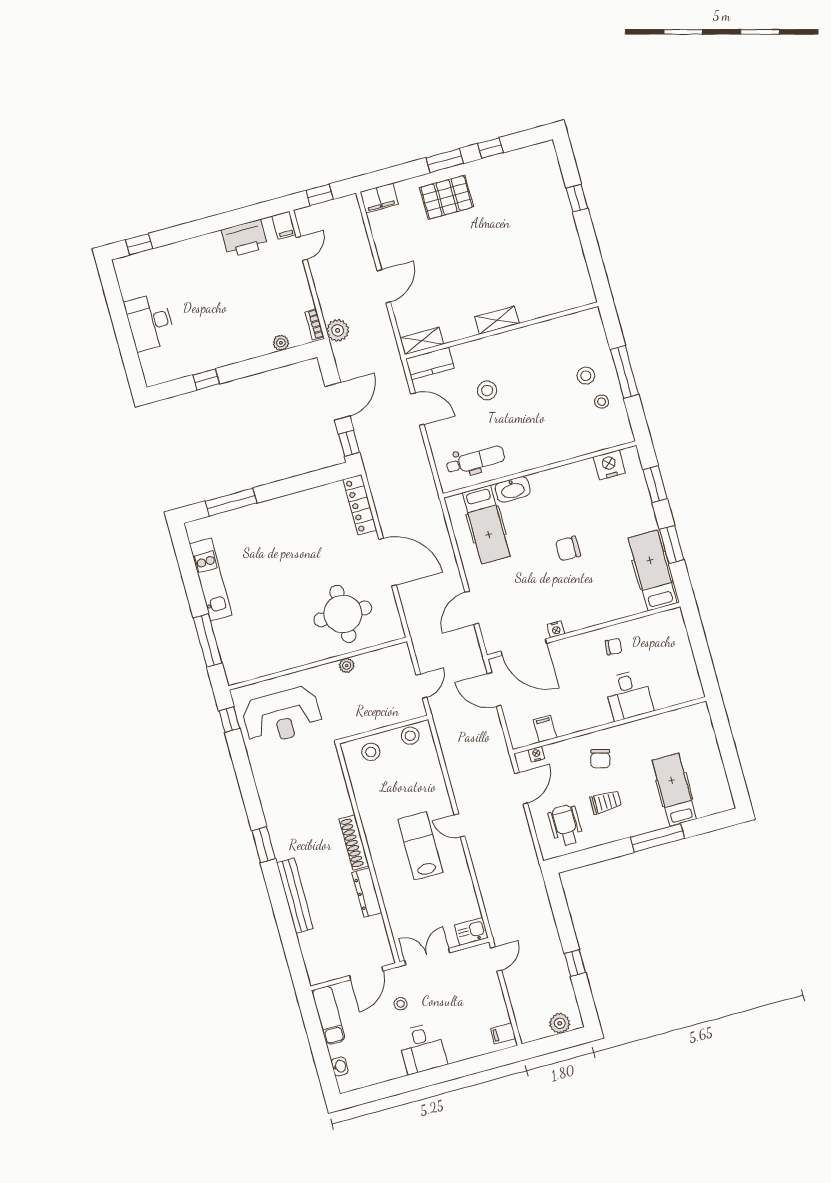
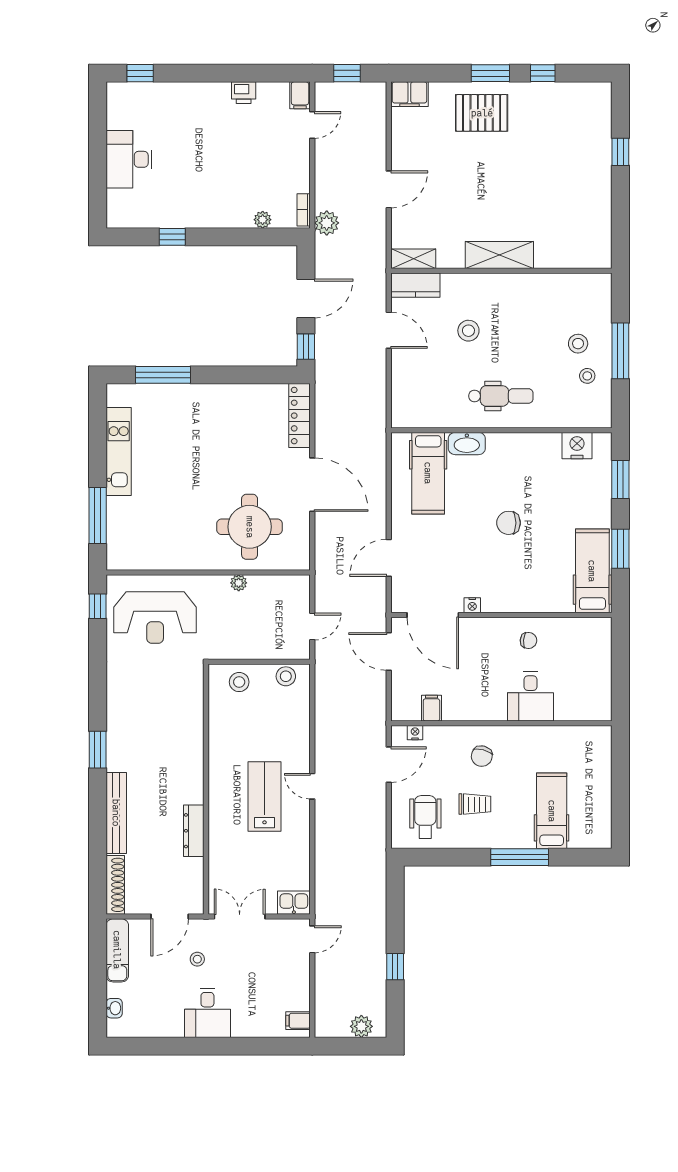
printer: (245, 239) -> (244, 93), width x0.53, depth x0.68
shelving: (497, 320) -> (499, 255), width x1.50, depth x1.33
dental chair: (475, 460) -> (501, 396), moved
shoe rack: (354, 842) -> (115, 885), moved, turned 180

